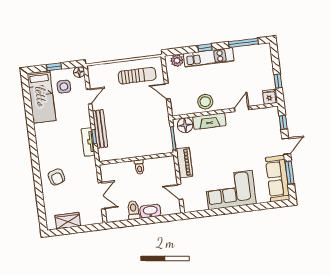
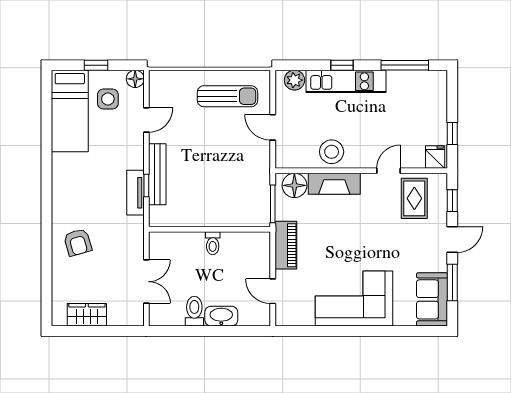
rug: (260, 124) -> (414, 198), added
sofa: (278, 179) -> (432, 299), width x0.73

